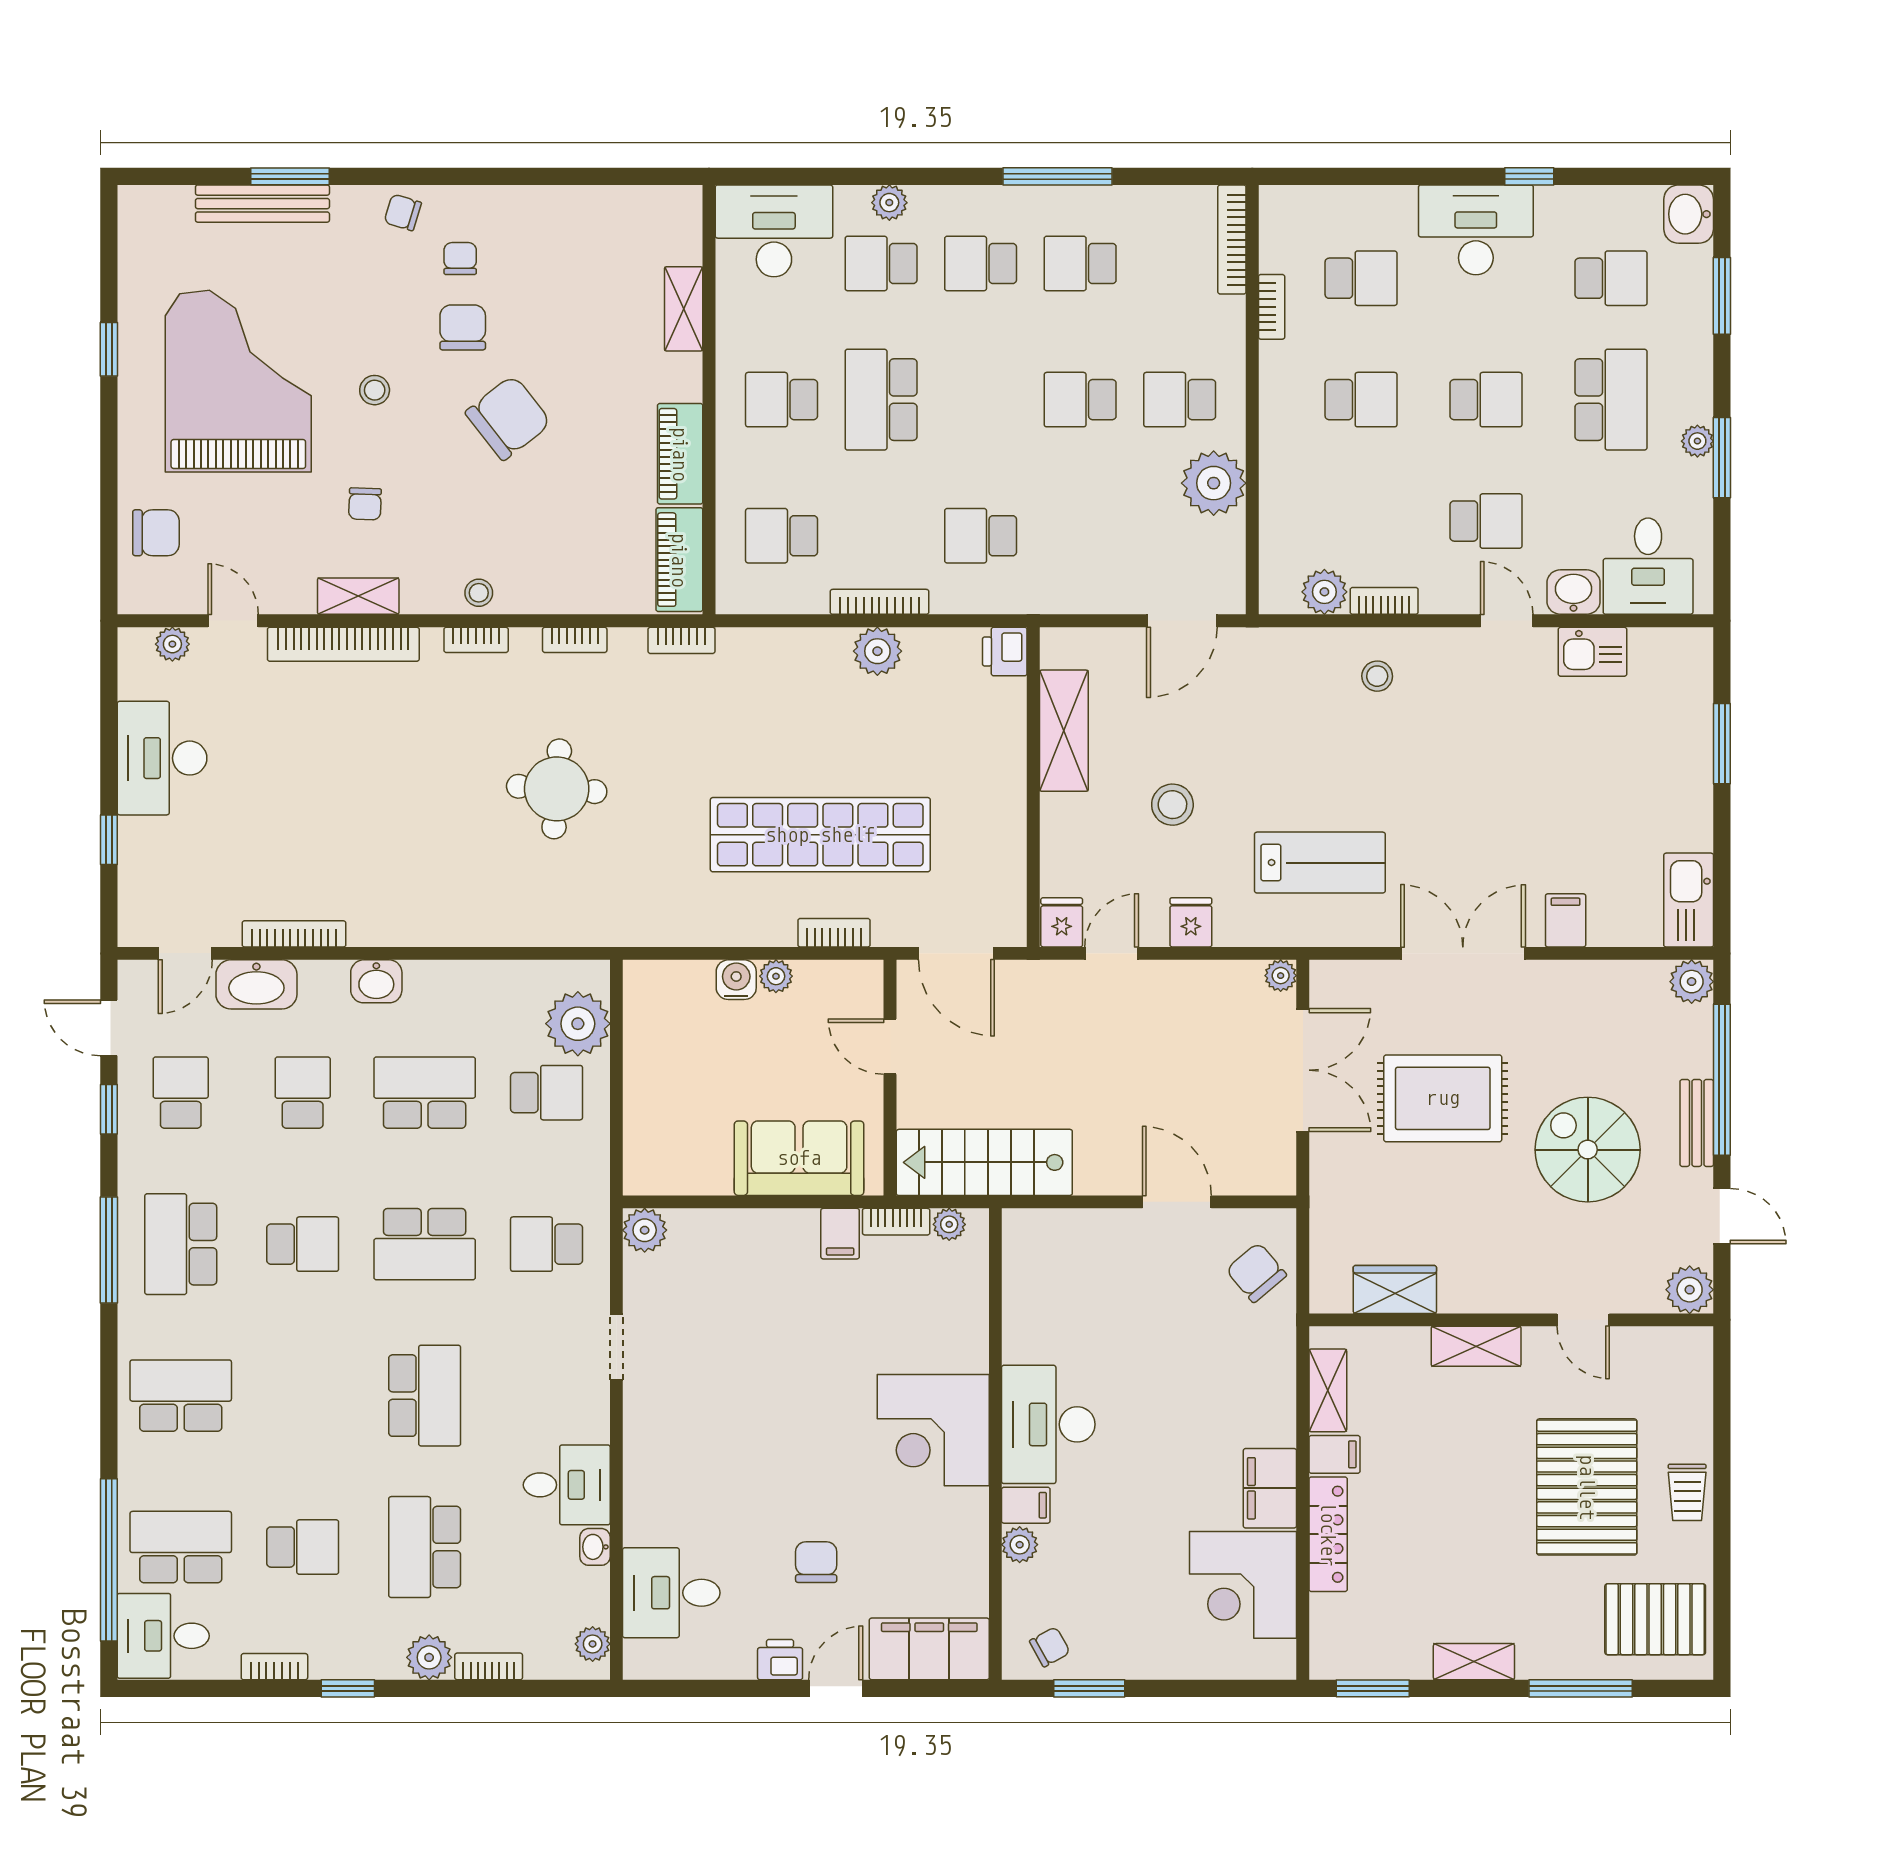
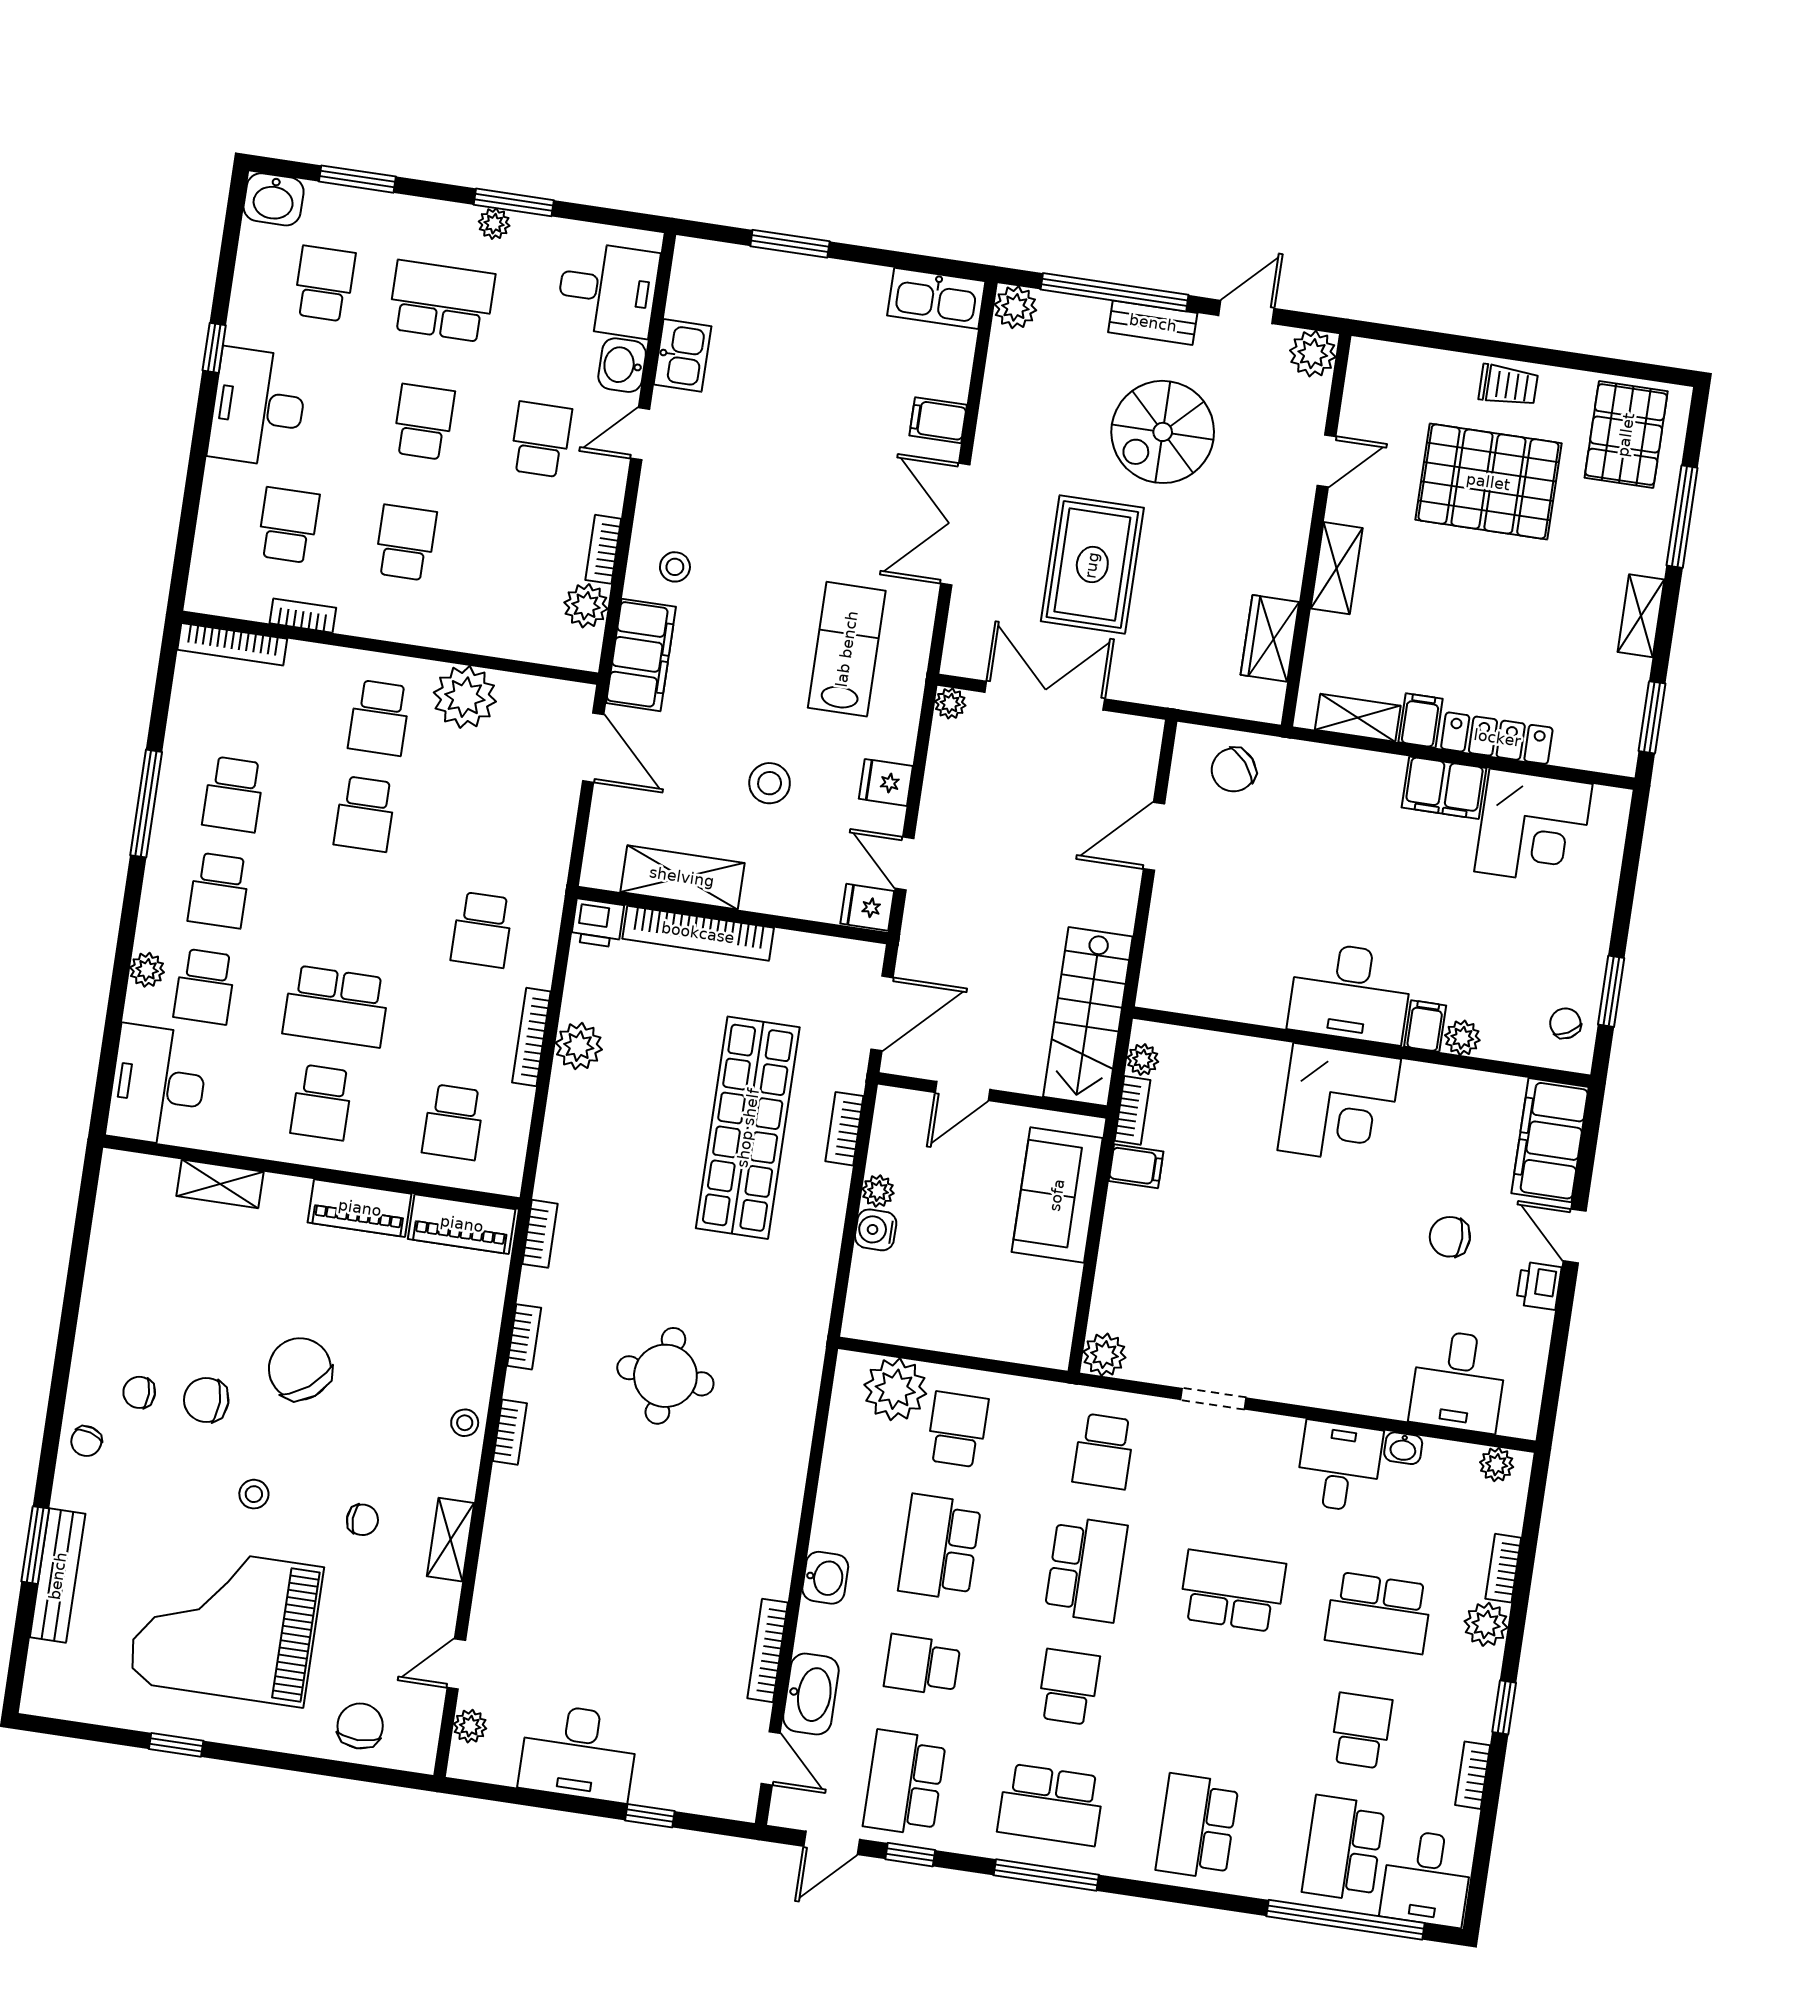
bookcase: (343, 644) -> (698, 933), moved, turned 90
filing cabinet: (1283, 655) -> (641, 655), added
school desk: (181, 1093) -> (905, 1783), width x1.85

